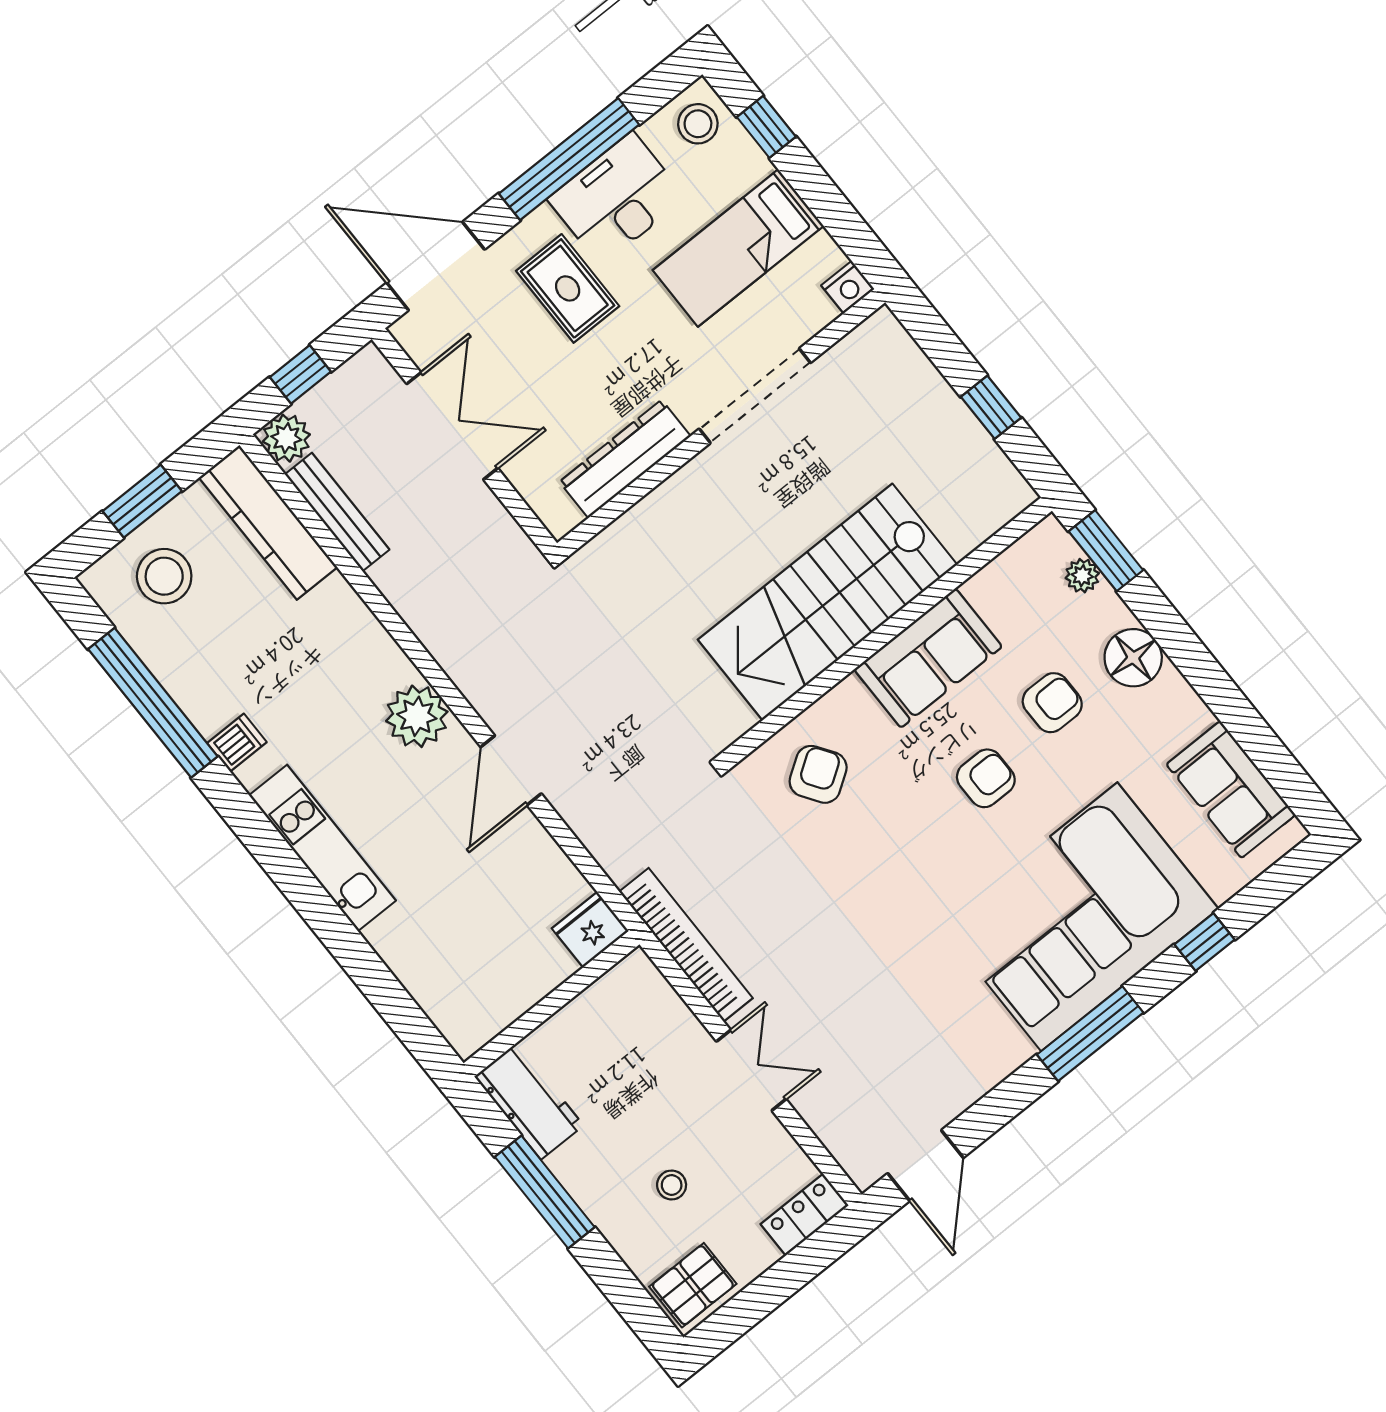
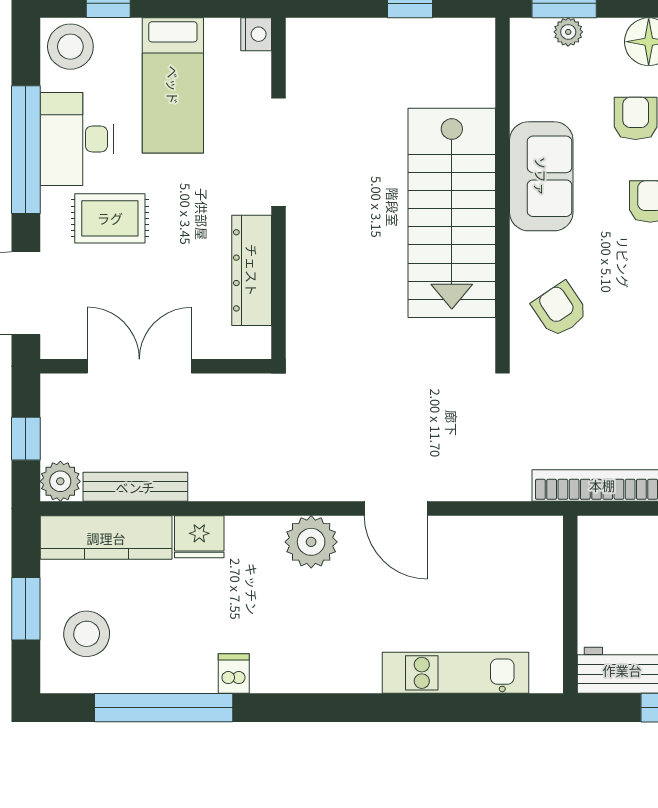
stool: (698, 124) -> (70, 47), width x1.38, depth x1.38
kitchen unit: (322, 848) -> (455, 673), moved
fridge: (590, 930) -> (199, 537), moved, turned -90

